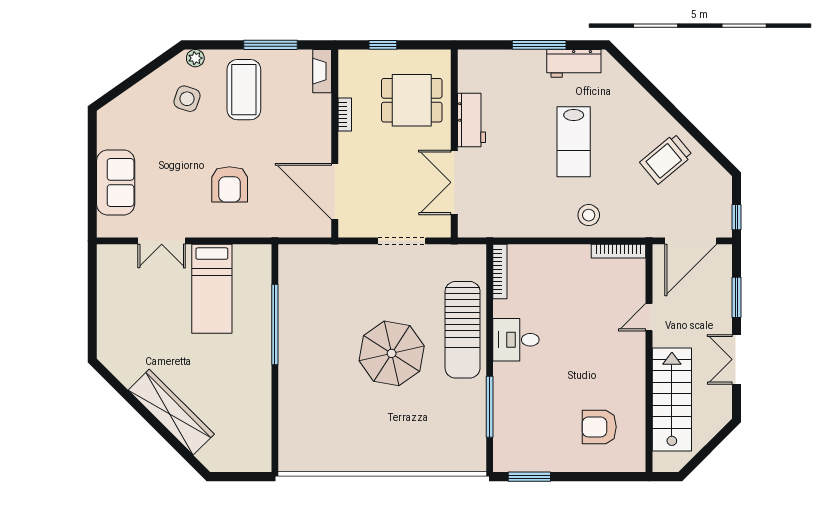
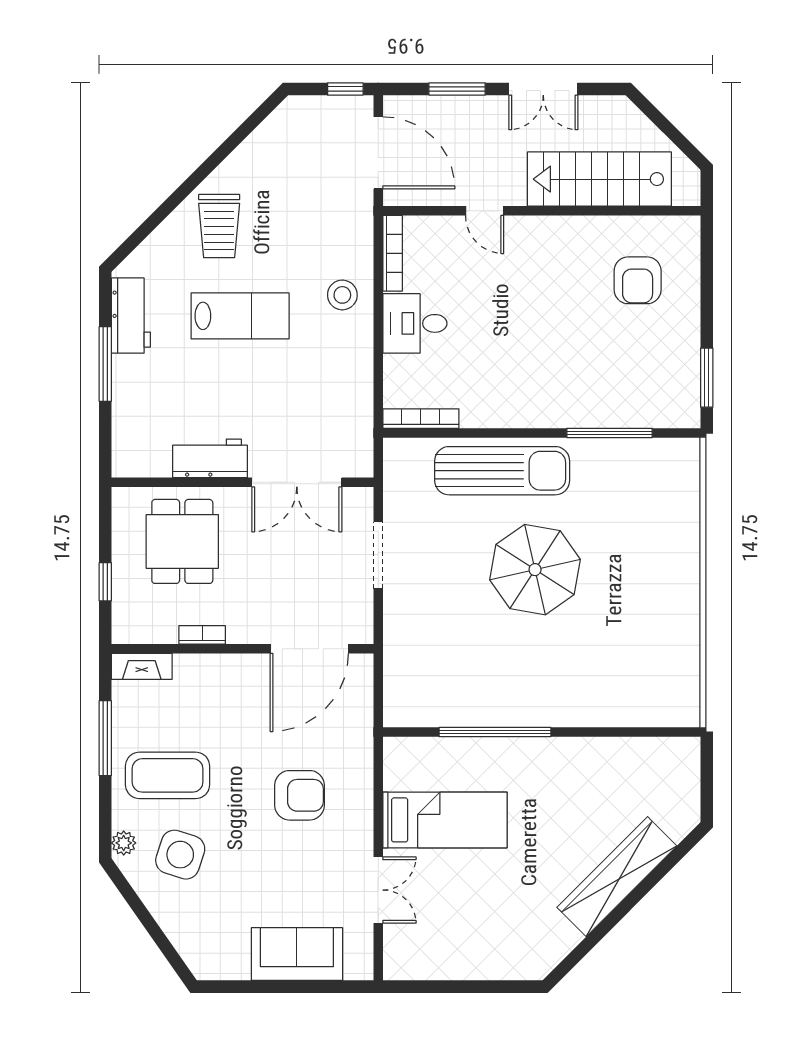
side table: (187, 99) -> (180, 855), width x1.37, depth x1.37
trolley: (666, 159) -> (219, 226), moved, turned 40
desk: (516, 340) -> (415, 323), moved, turned 90

